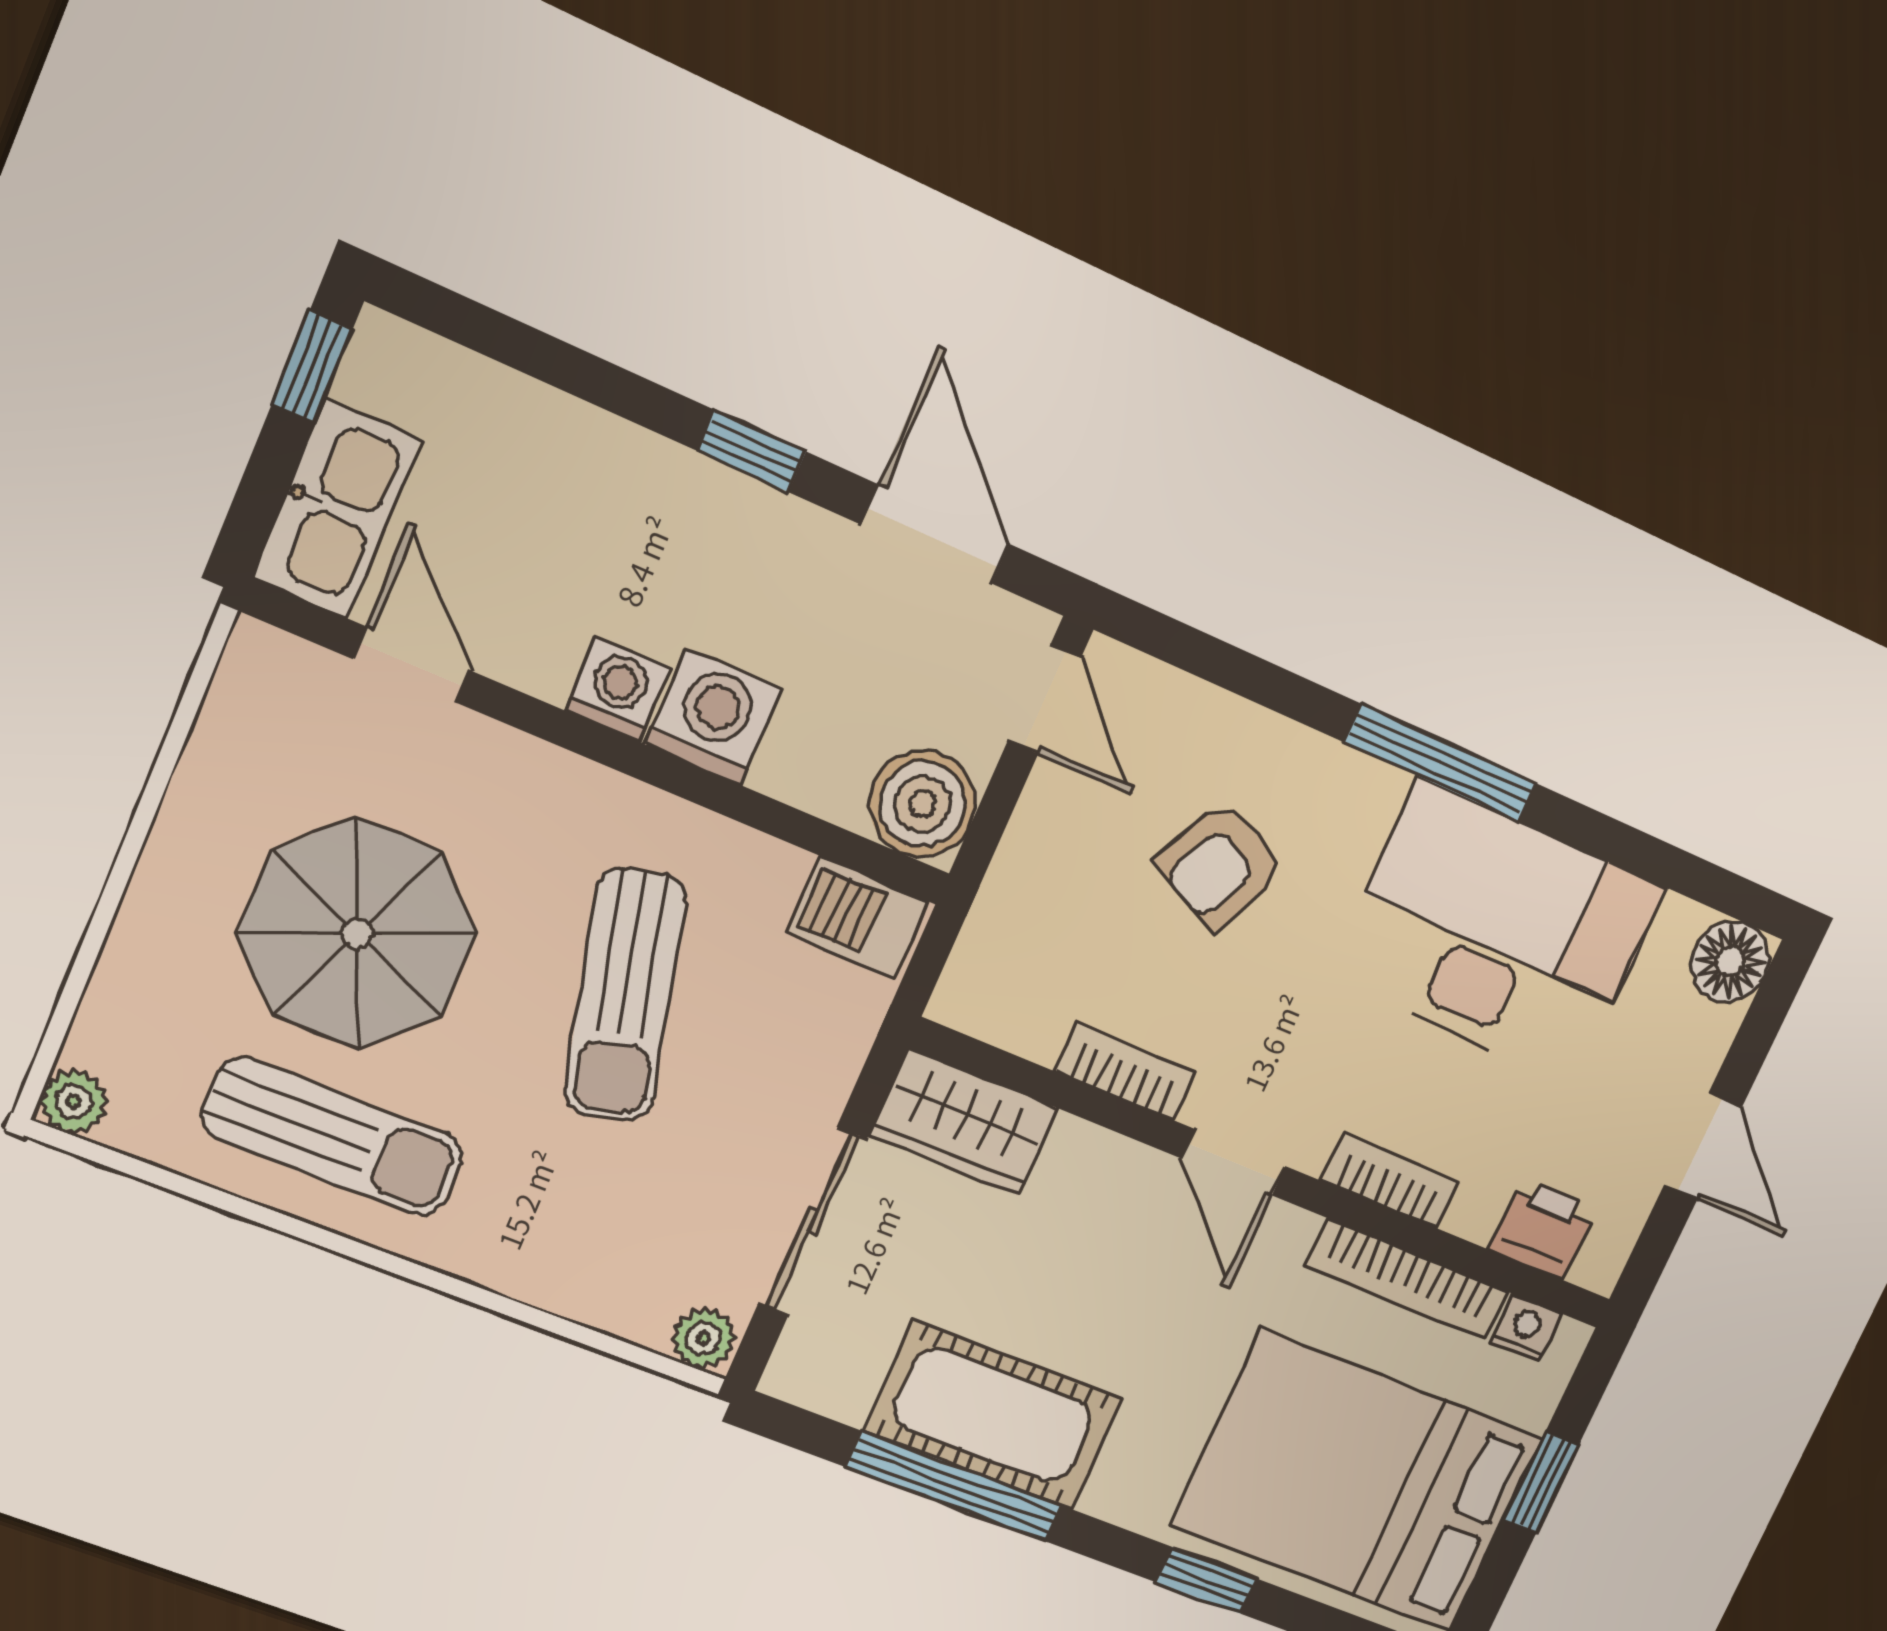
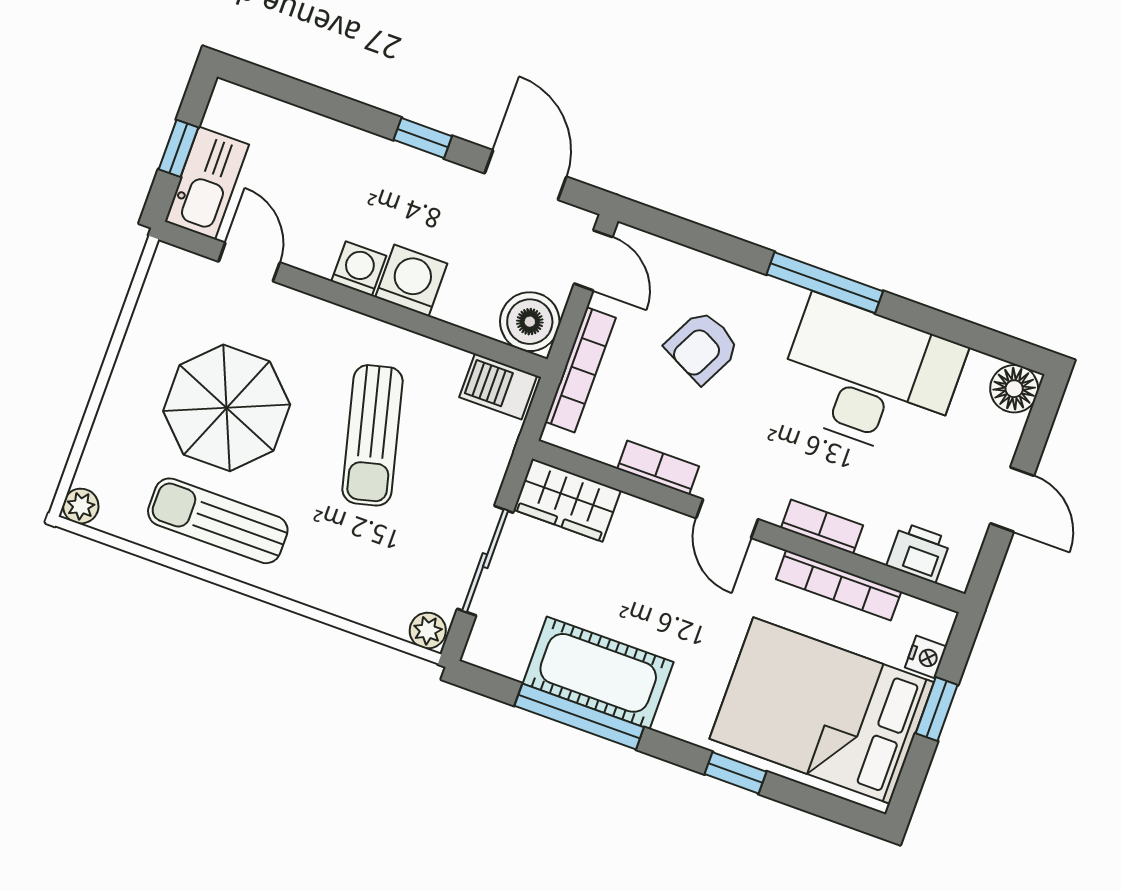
window: (312, 367) -> (178, 148), moved
bookcase: (1006, 894) -> (580, 370), added
sun lounger: (333, 1137) -> (218, 521), turned 180
nightstand: (1526, 1328) -> (926, 657), moved, turned 90

